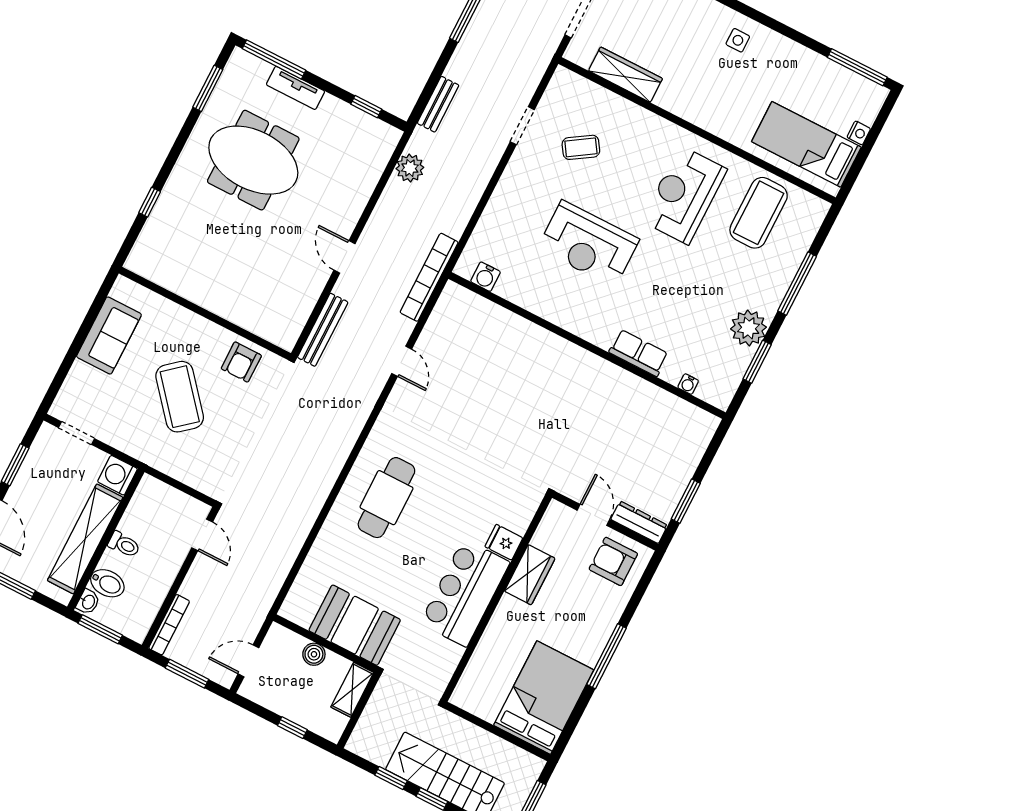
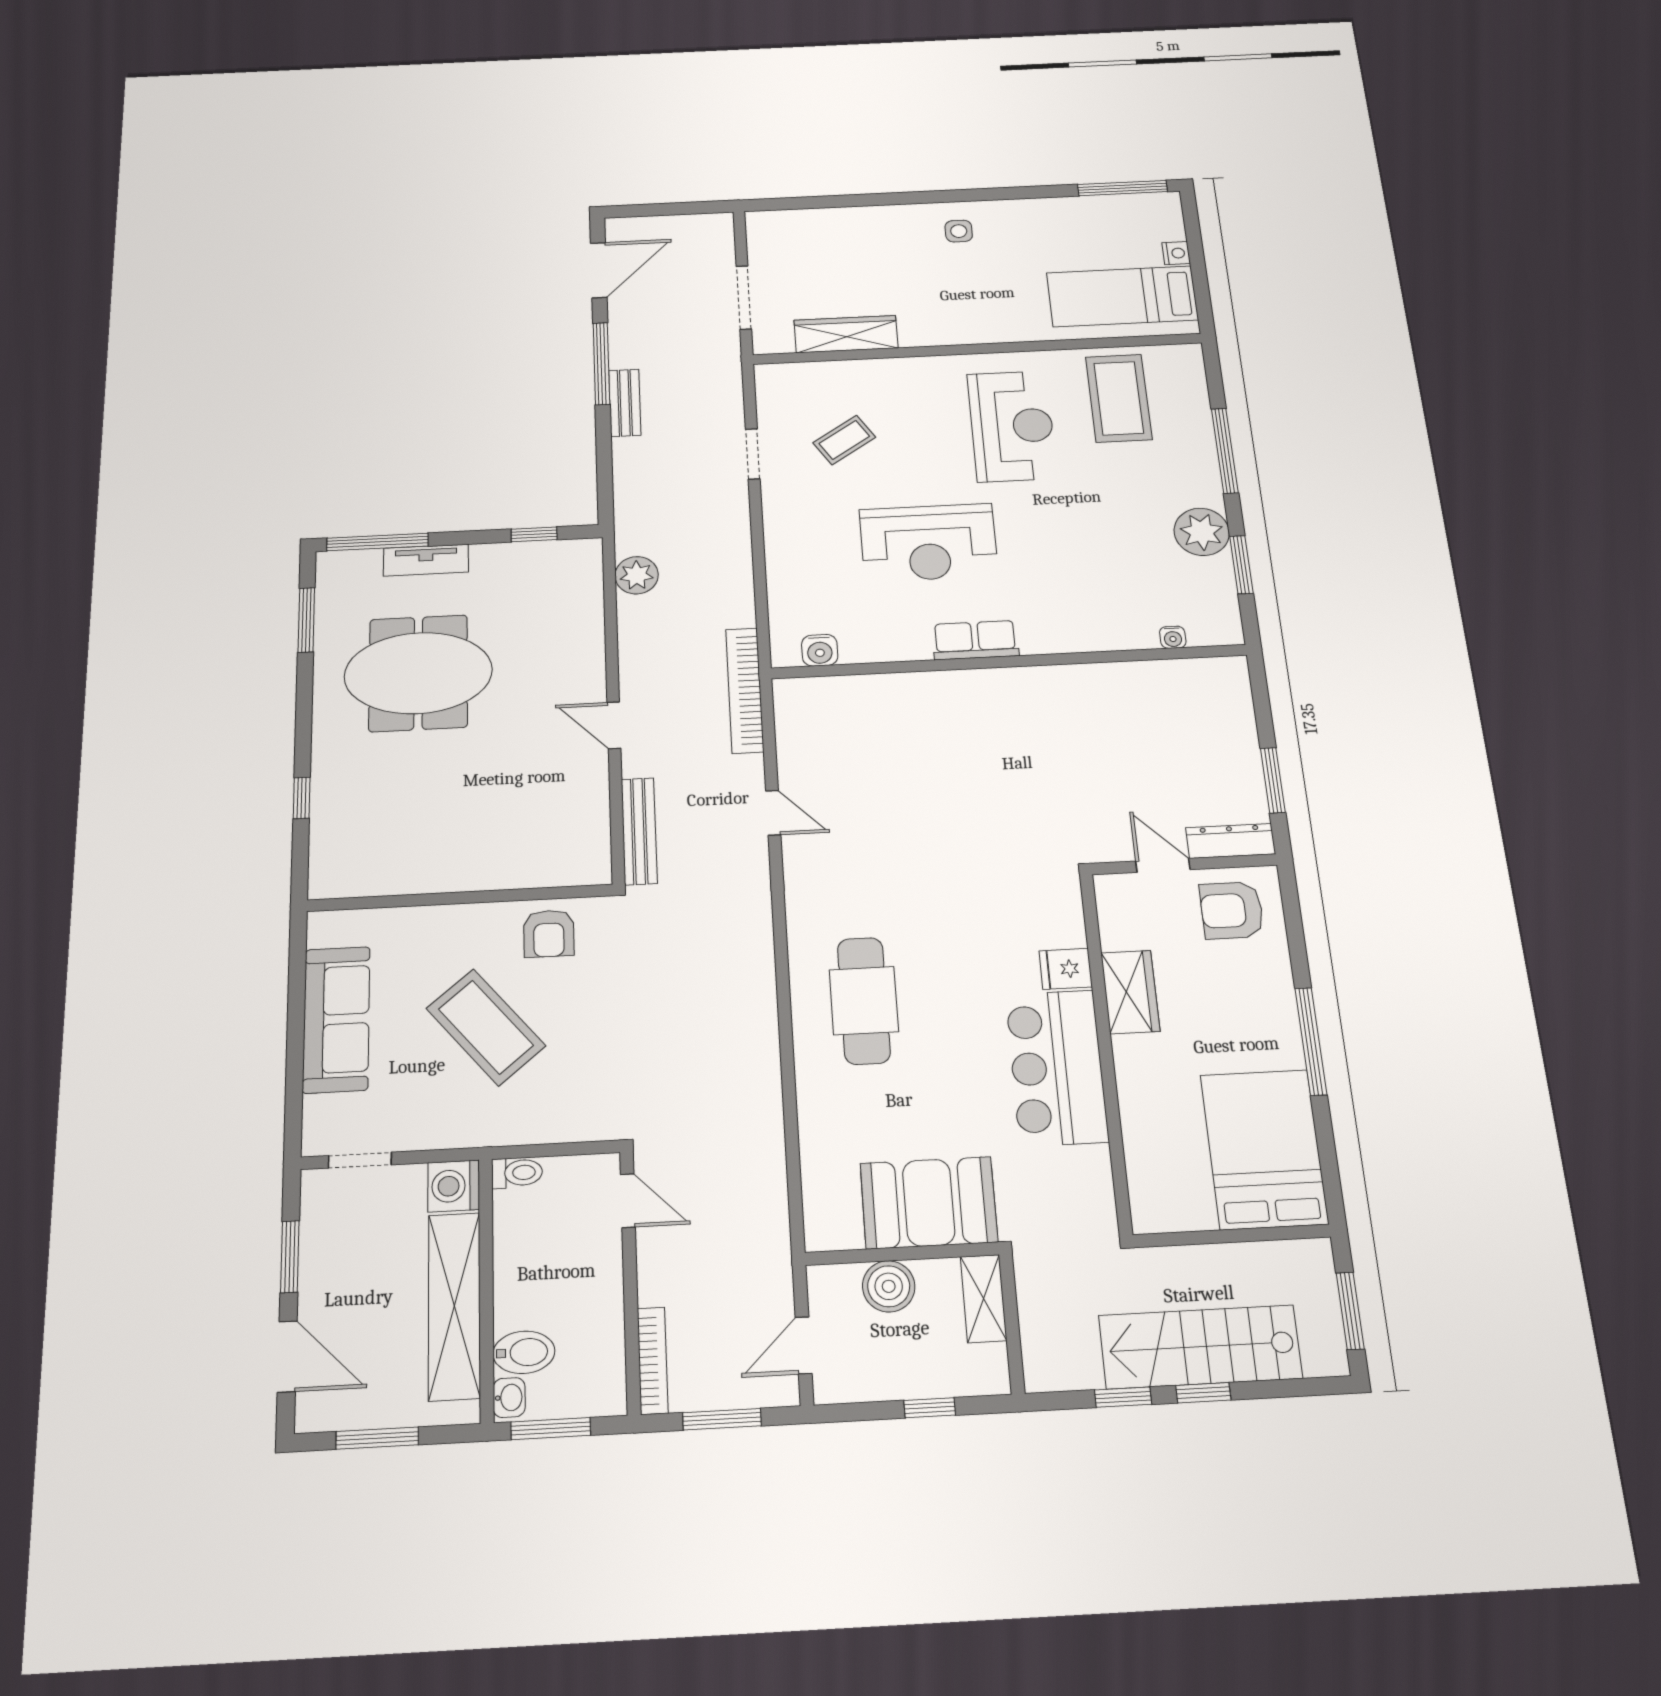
bench: (438, 104) -> (625, 403), moved
reception desk: (684, 195) -> (1012, 426), turned 180
sofa: (109, 336) -> (336, 1019), width x1.36
row of seats: (639, 353) -> (975, 640), moved
toilet: (124, 545) -> (517, 1173), moved
boiler: (314, 654) -> (889, 1286), width x1.36, depth x1.36

